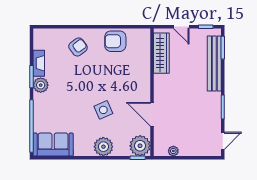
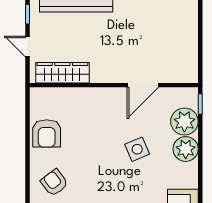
door: (181, 27) -> (28, 47), swing flipped
plant: (140, 146) -> (184, 122), moved
plant: (173, 151) -> (191, 57), removed

